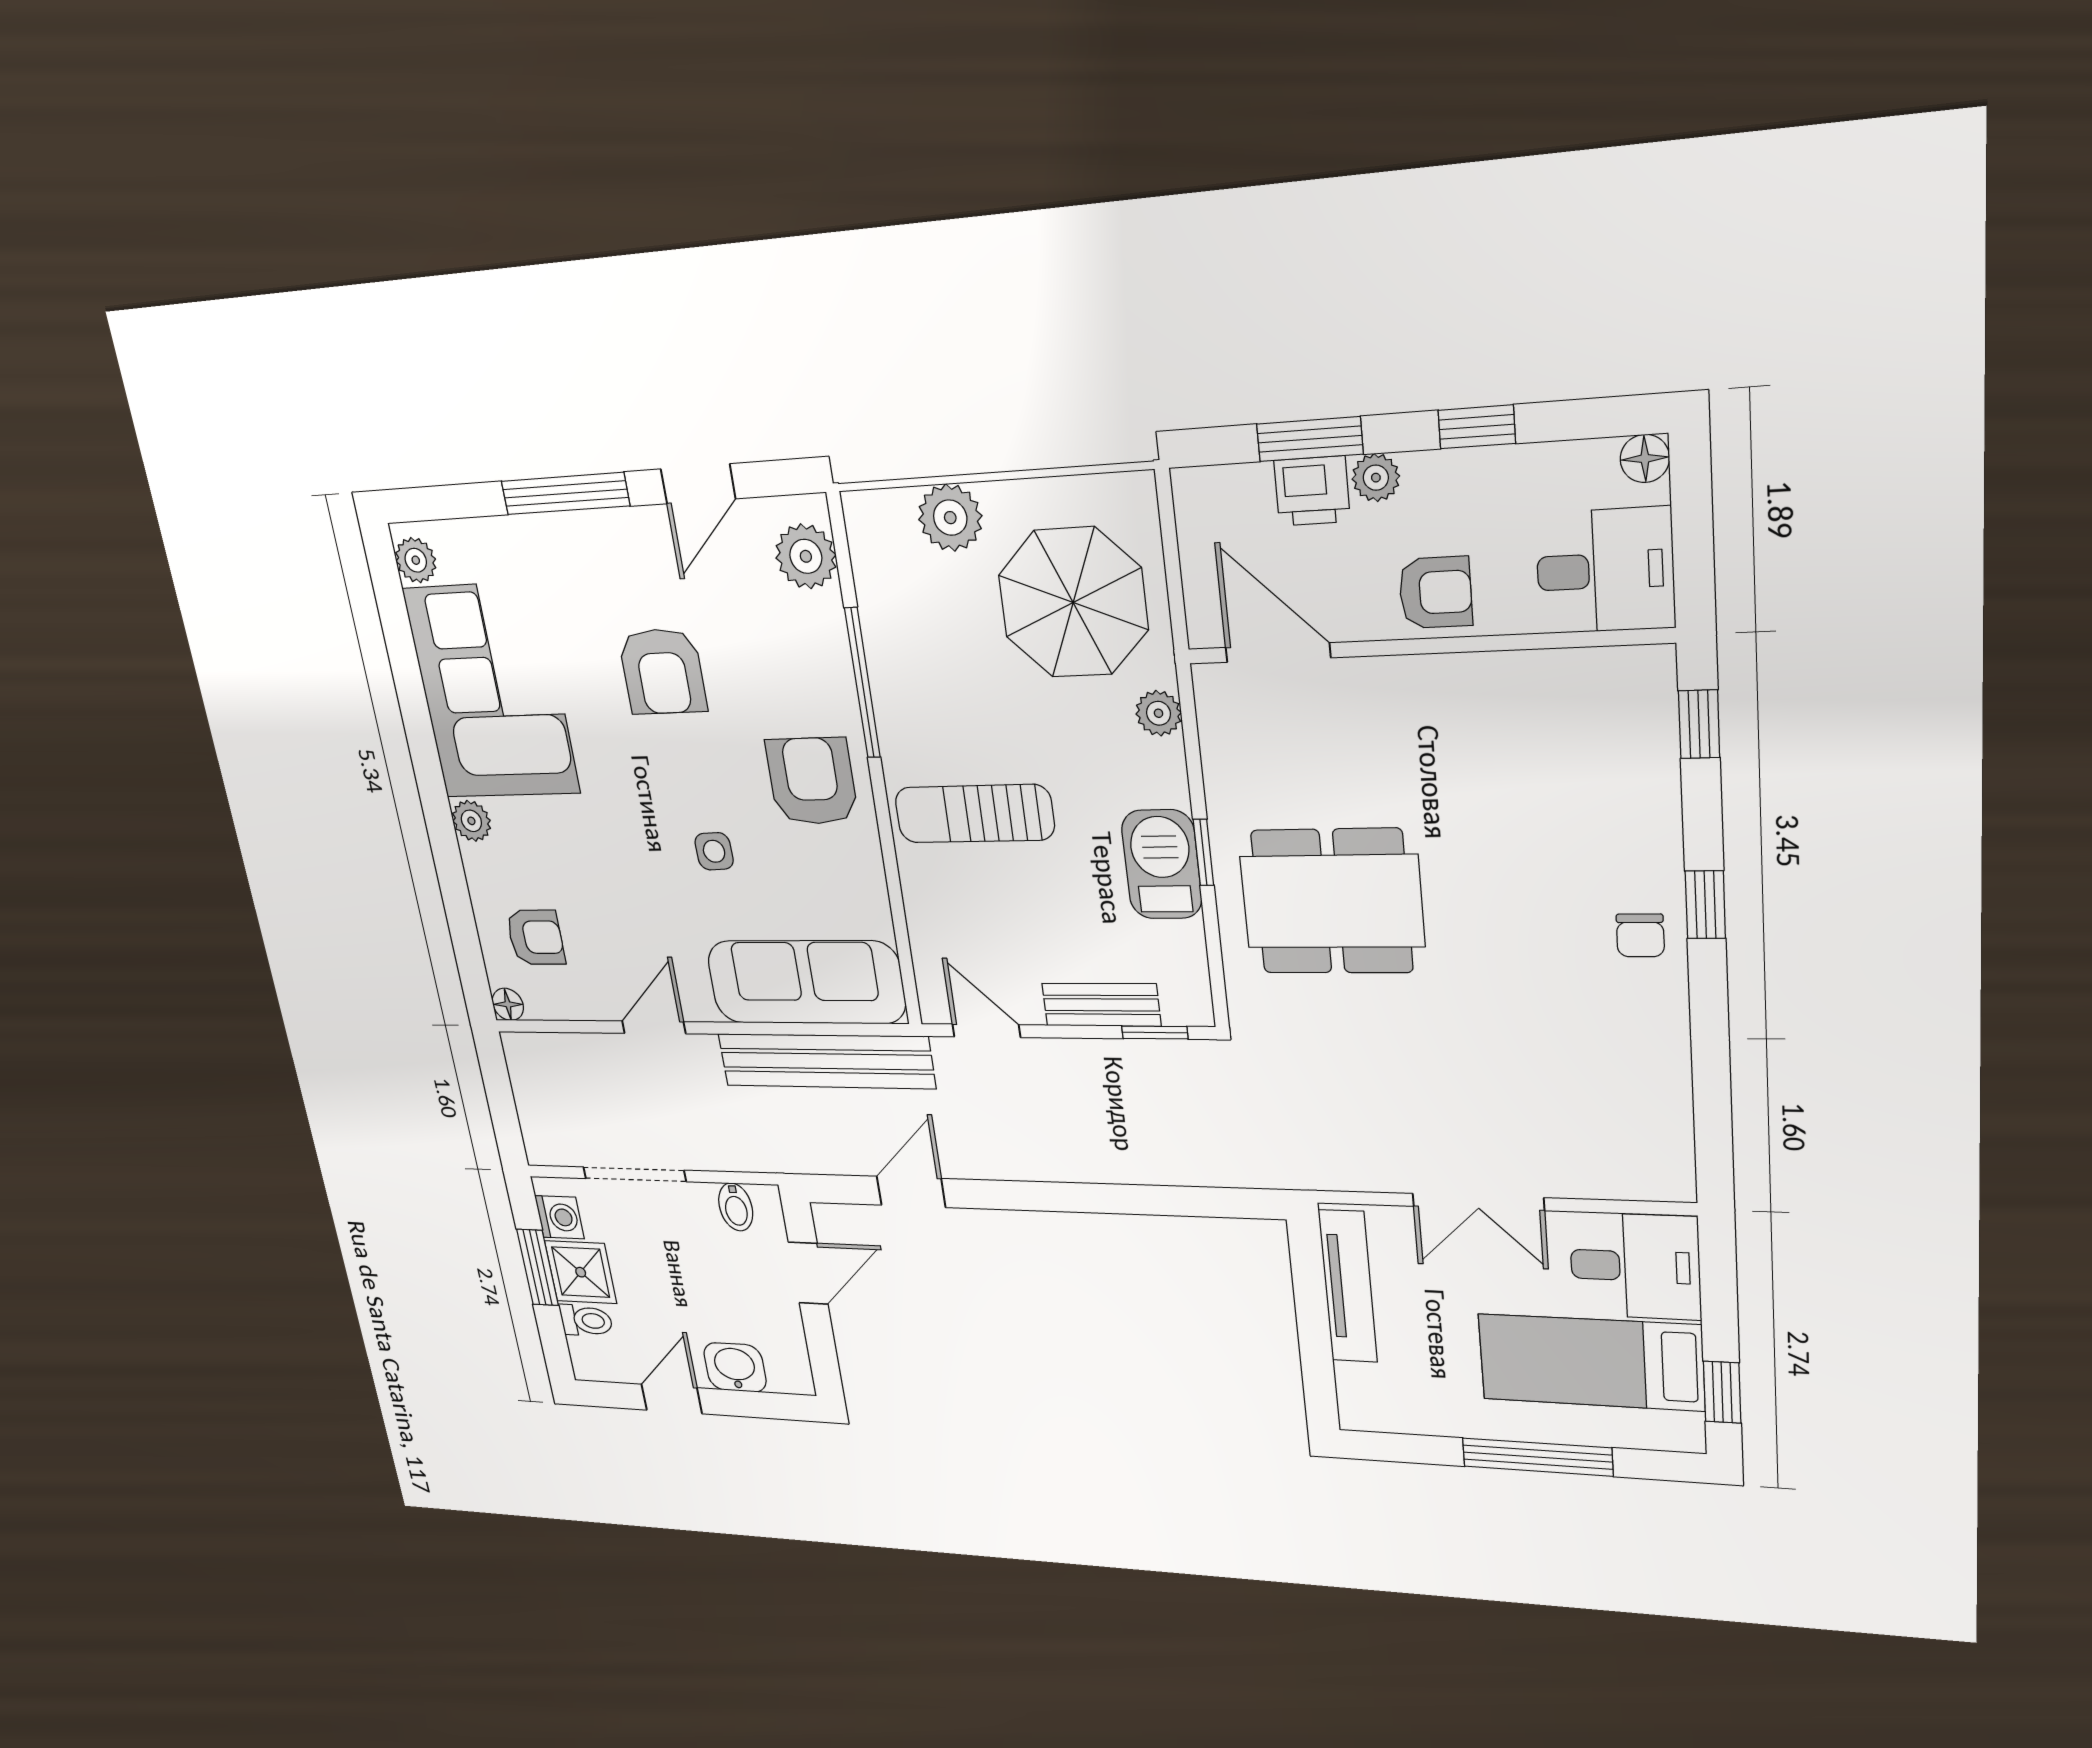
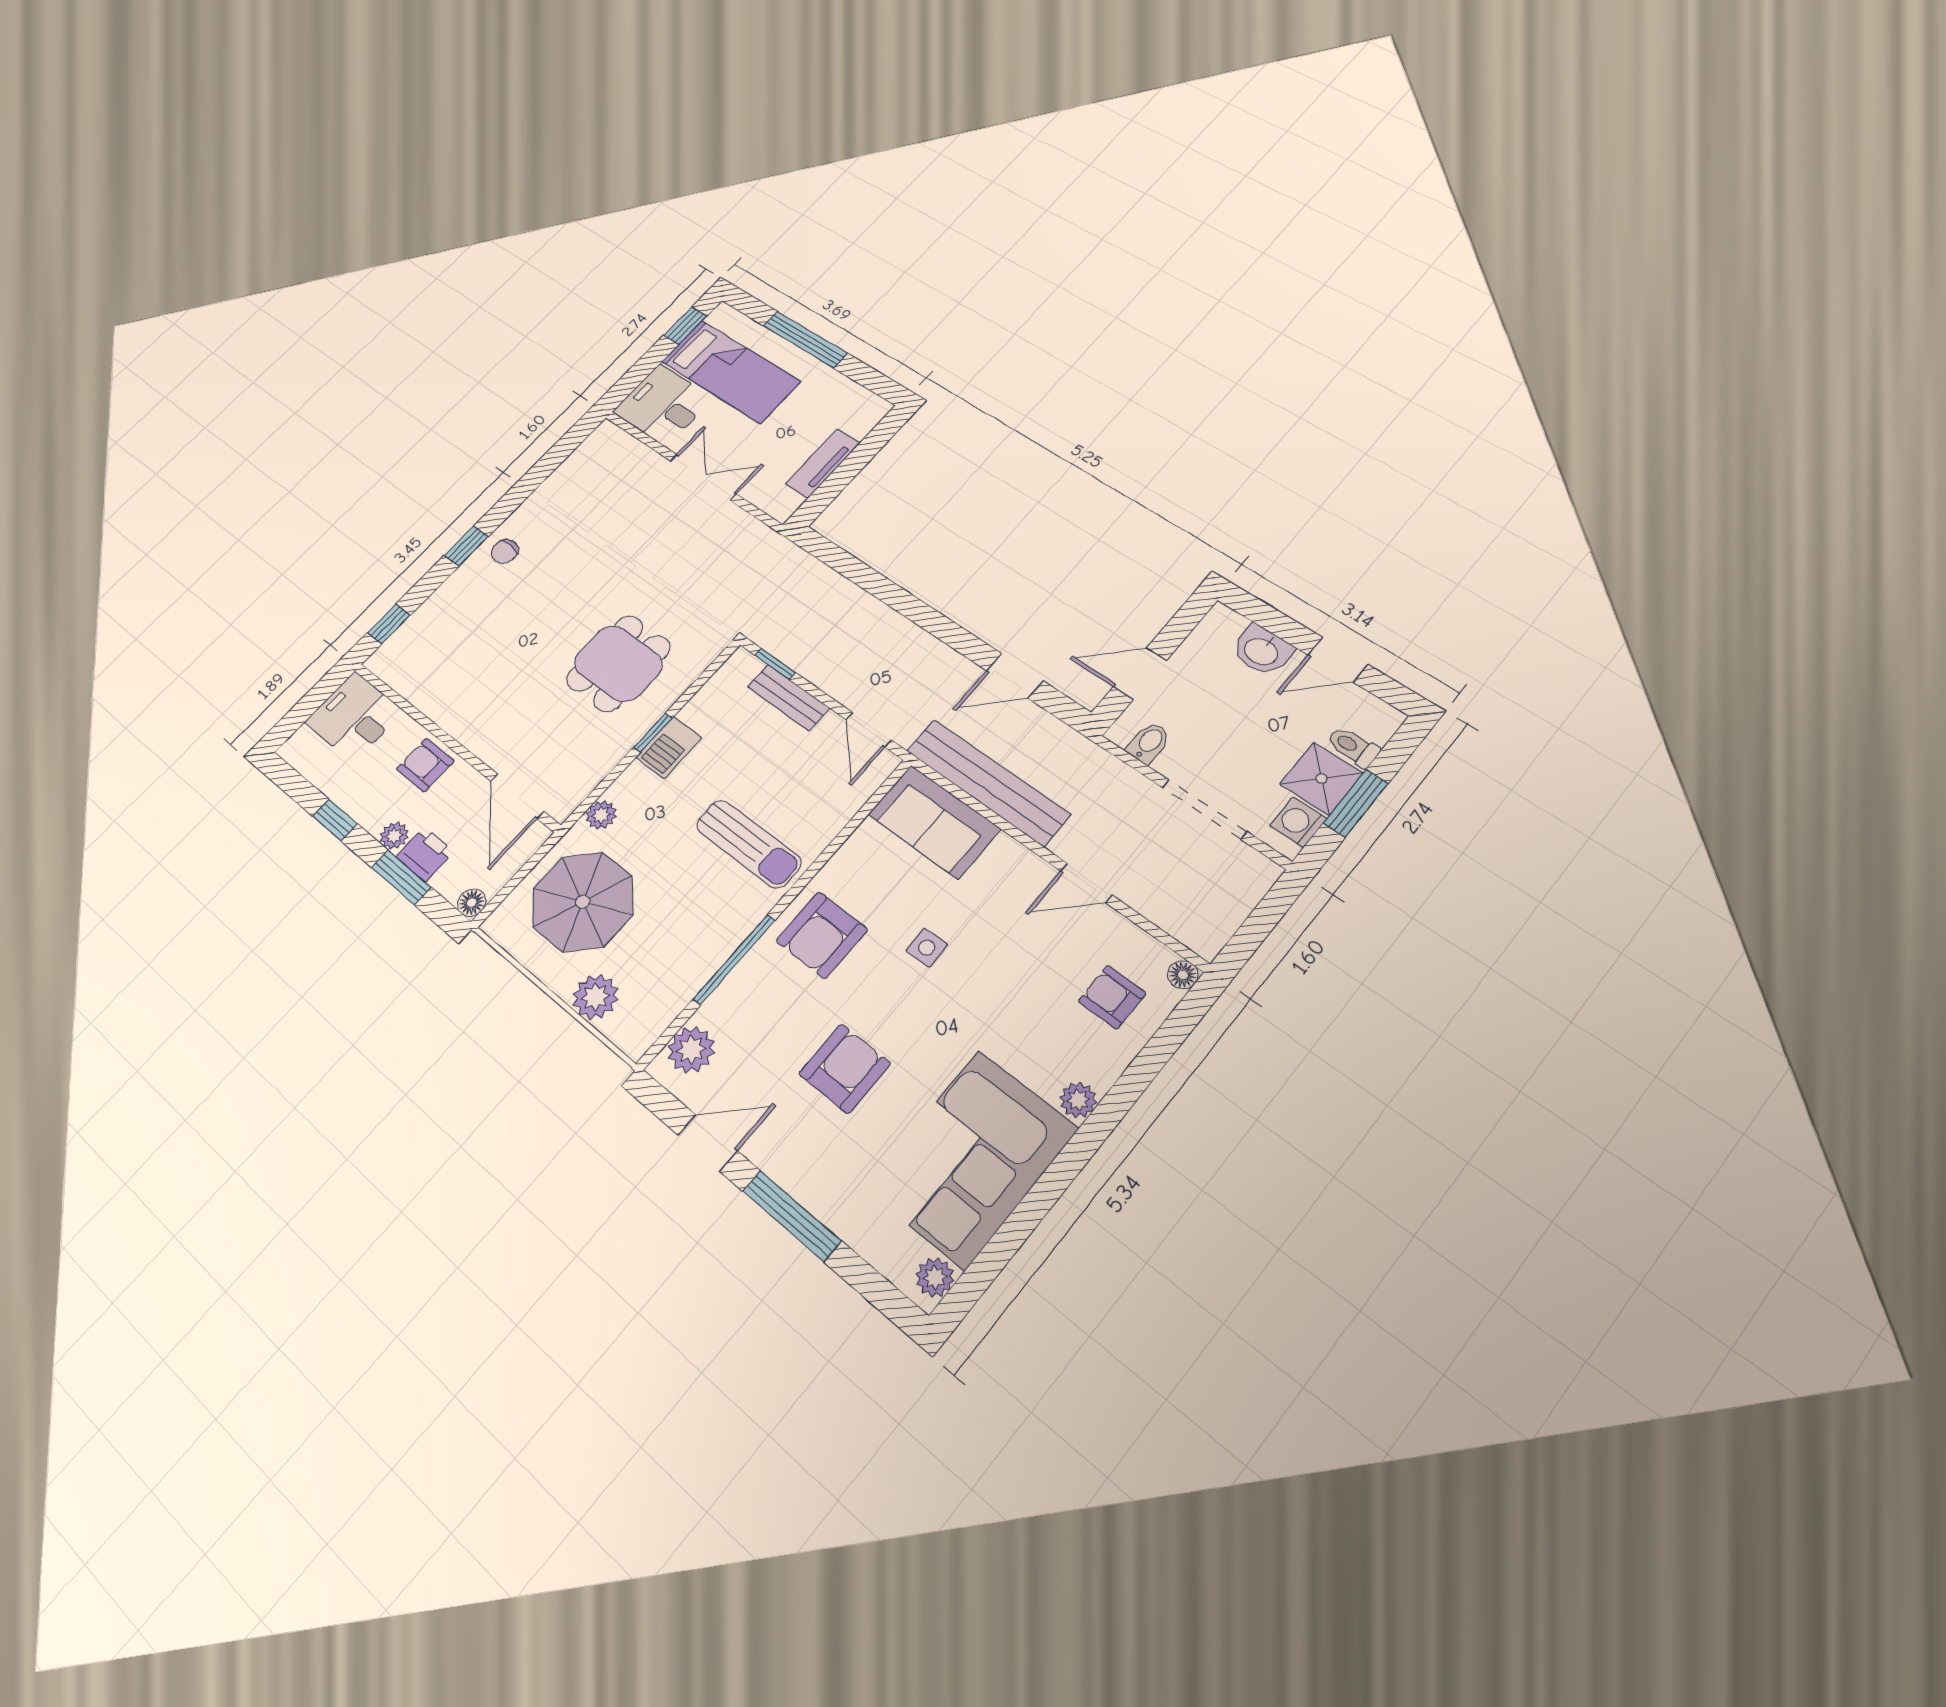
floor lamp: (1645, 458) -> (472, 903), moved
barbecue: (1162, 864) -> (669, 748), width x0.73, depth x0.79
dining table: (1332, 902) -> (618, 664), width x0.73
chair: (1640, 935) -> (505, 551), turned 180
sofa: (806, 982) -> (934, 822), width x0.73
tv unit: (1348, 1286) -> (823, 463), width x0.71

